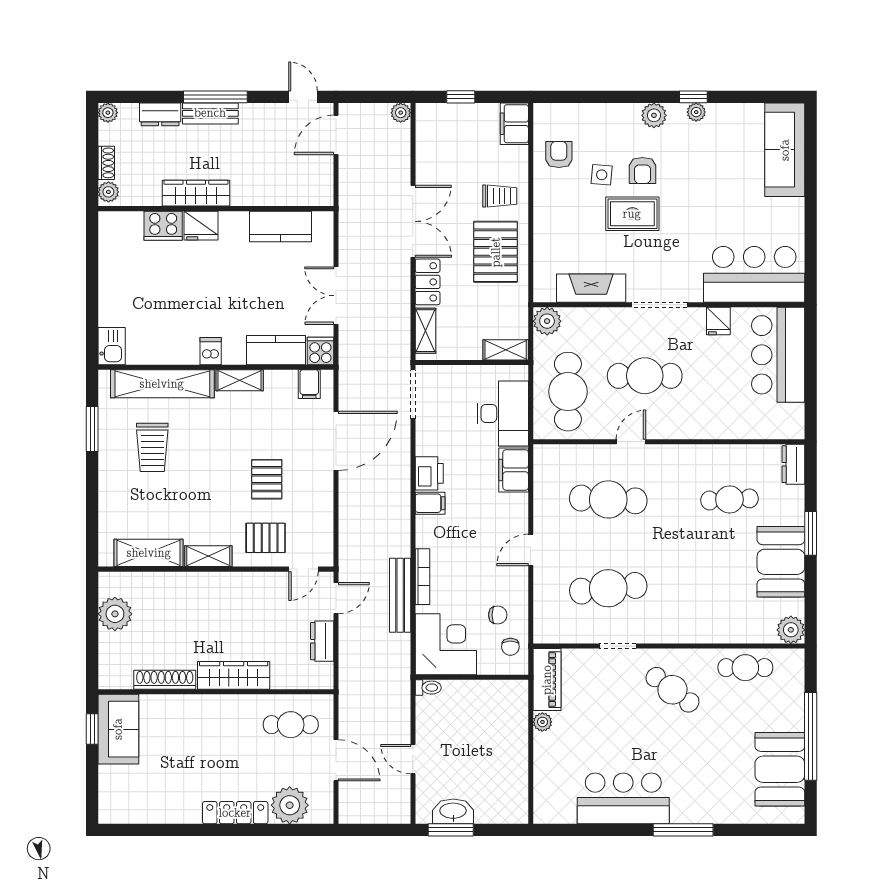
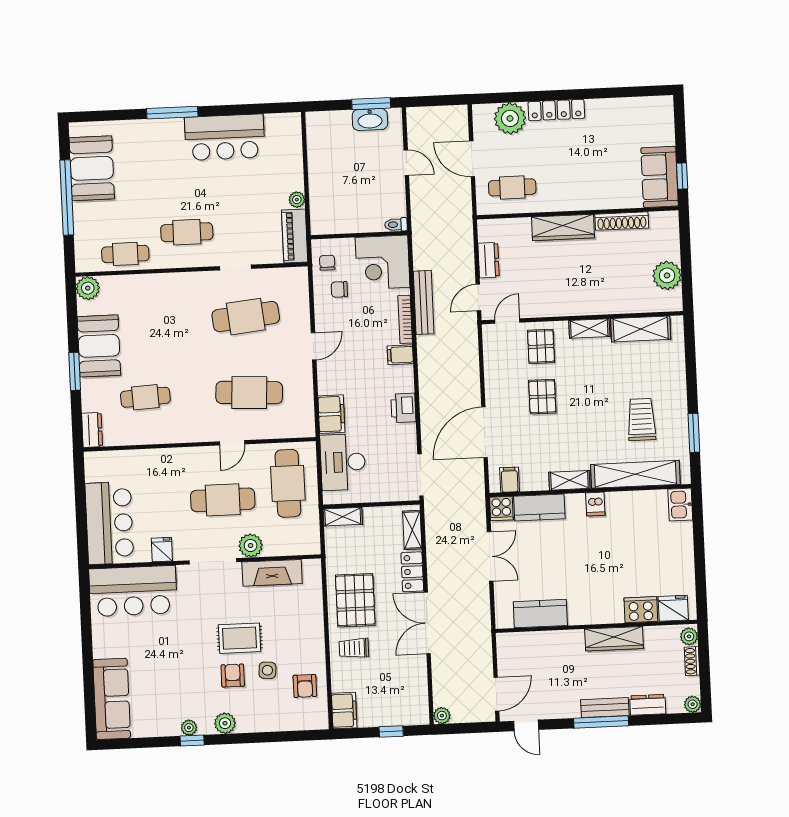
fridge: (201, 226) -> (673, 608), moved
plant: (547, 321) -> (251, 546), moved
filing cabinet: (430, 503) -> (400, 355), moved
pallet: (266, 538) -> (541, 346), turned 90
cafe table: (672, 690) -> (187, 232), turned -37

